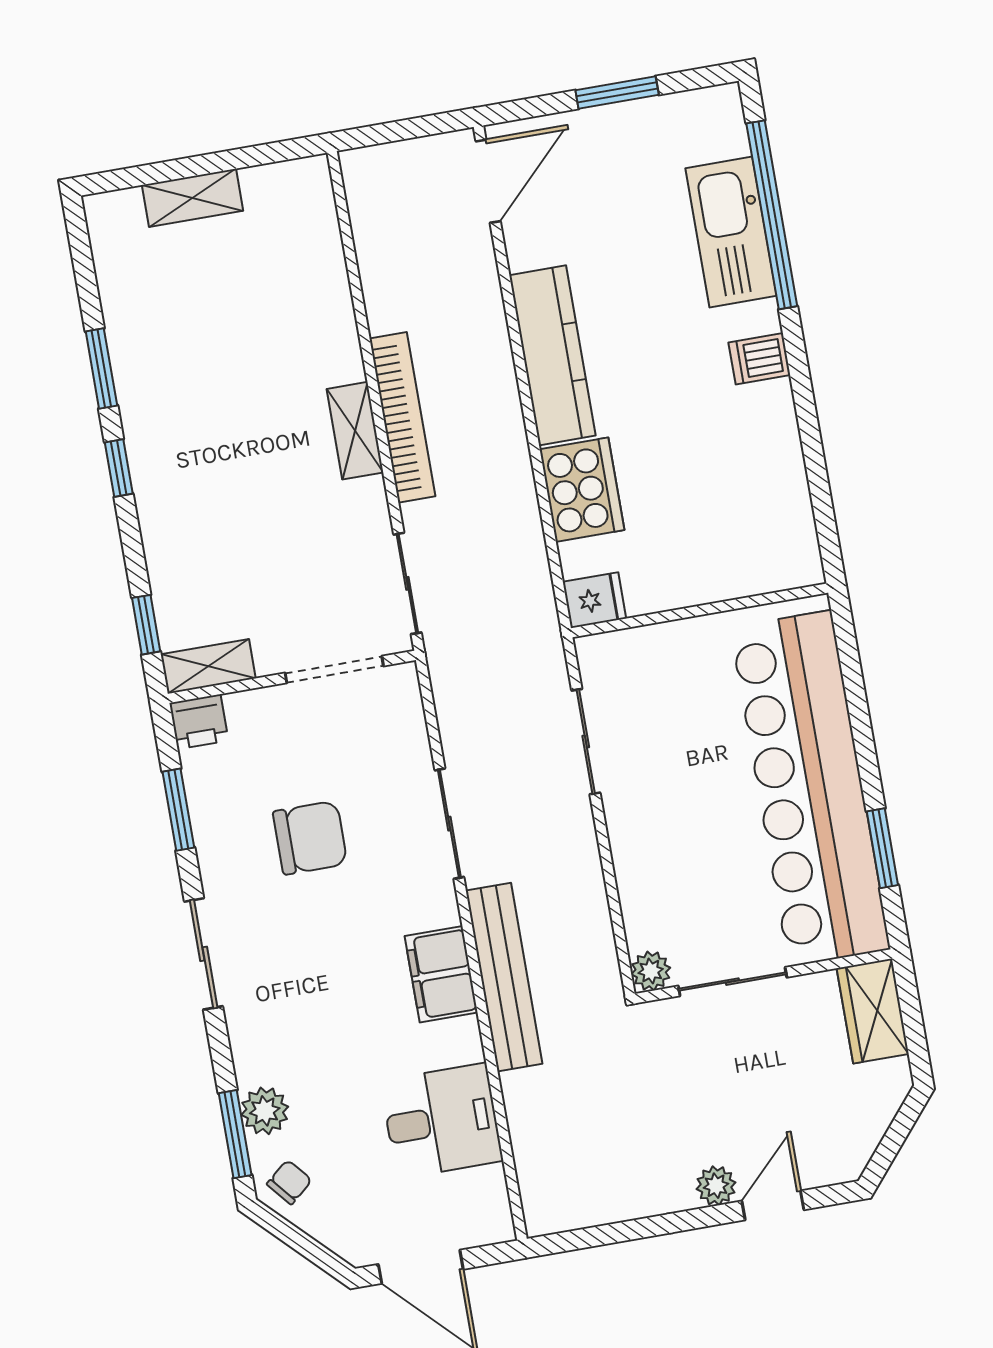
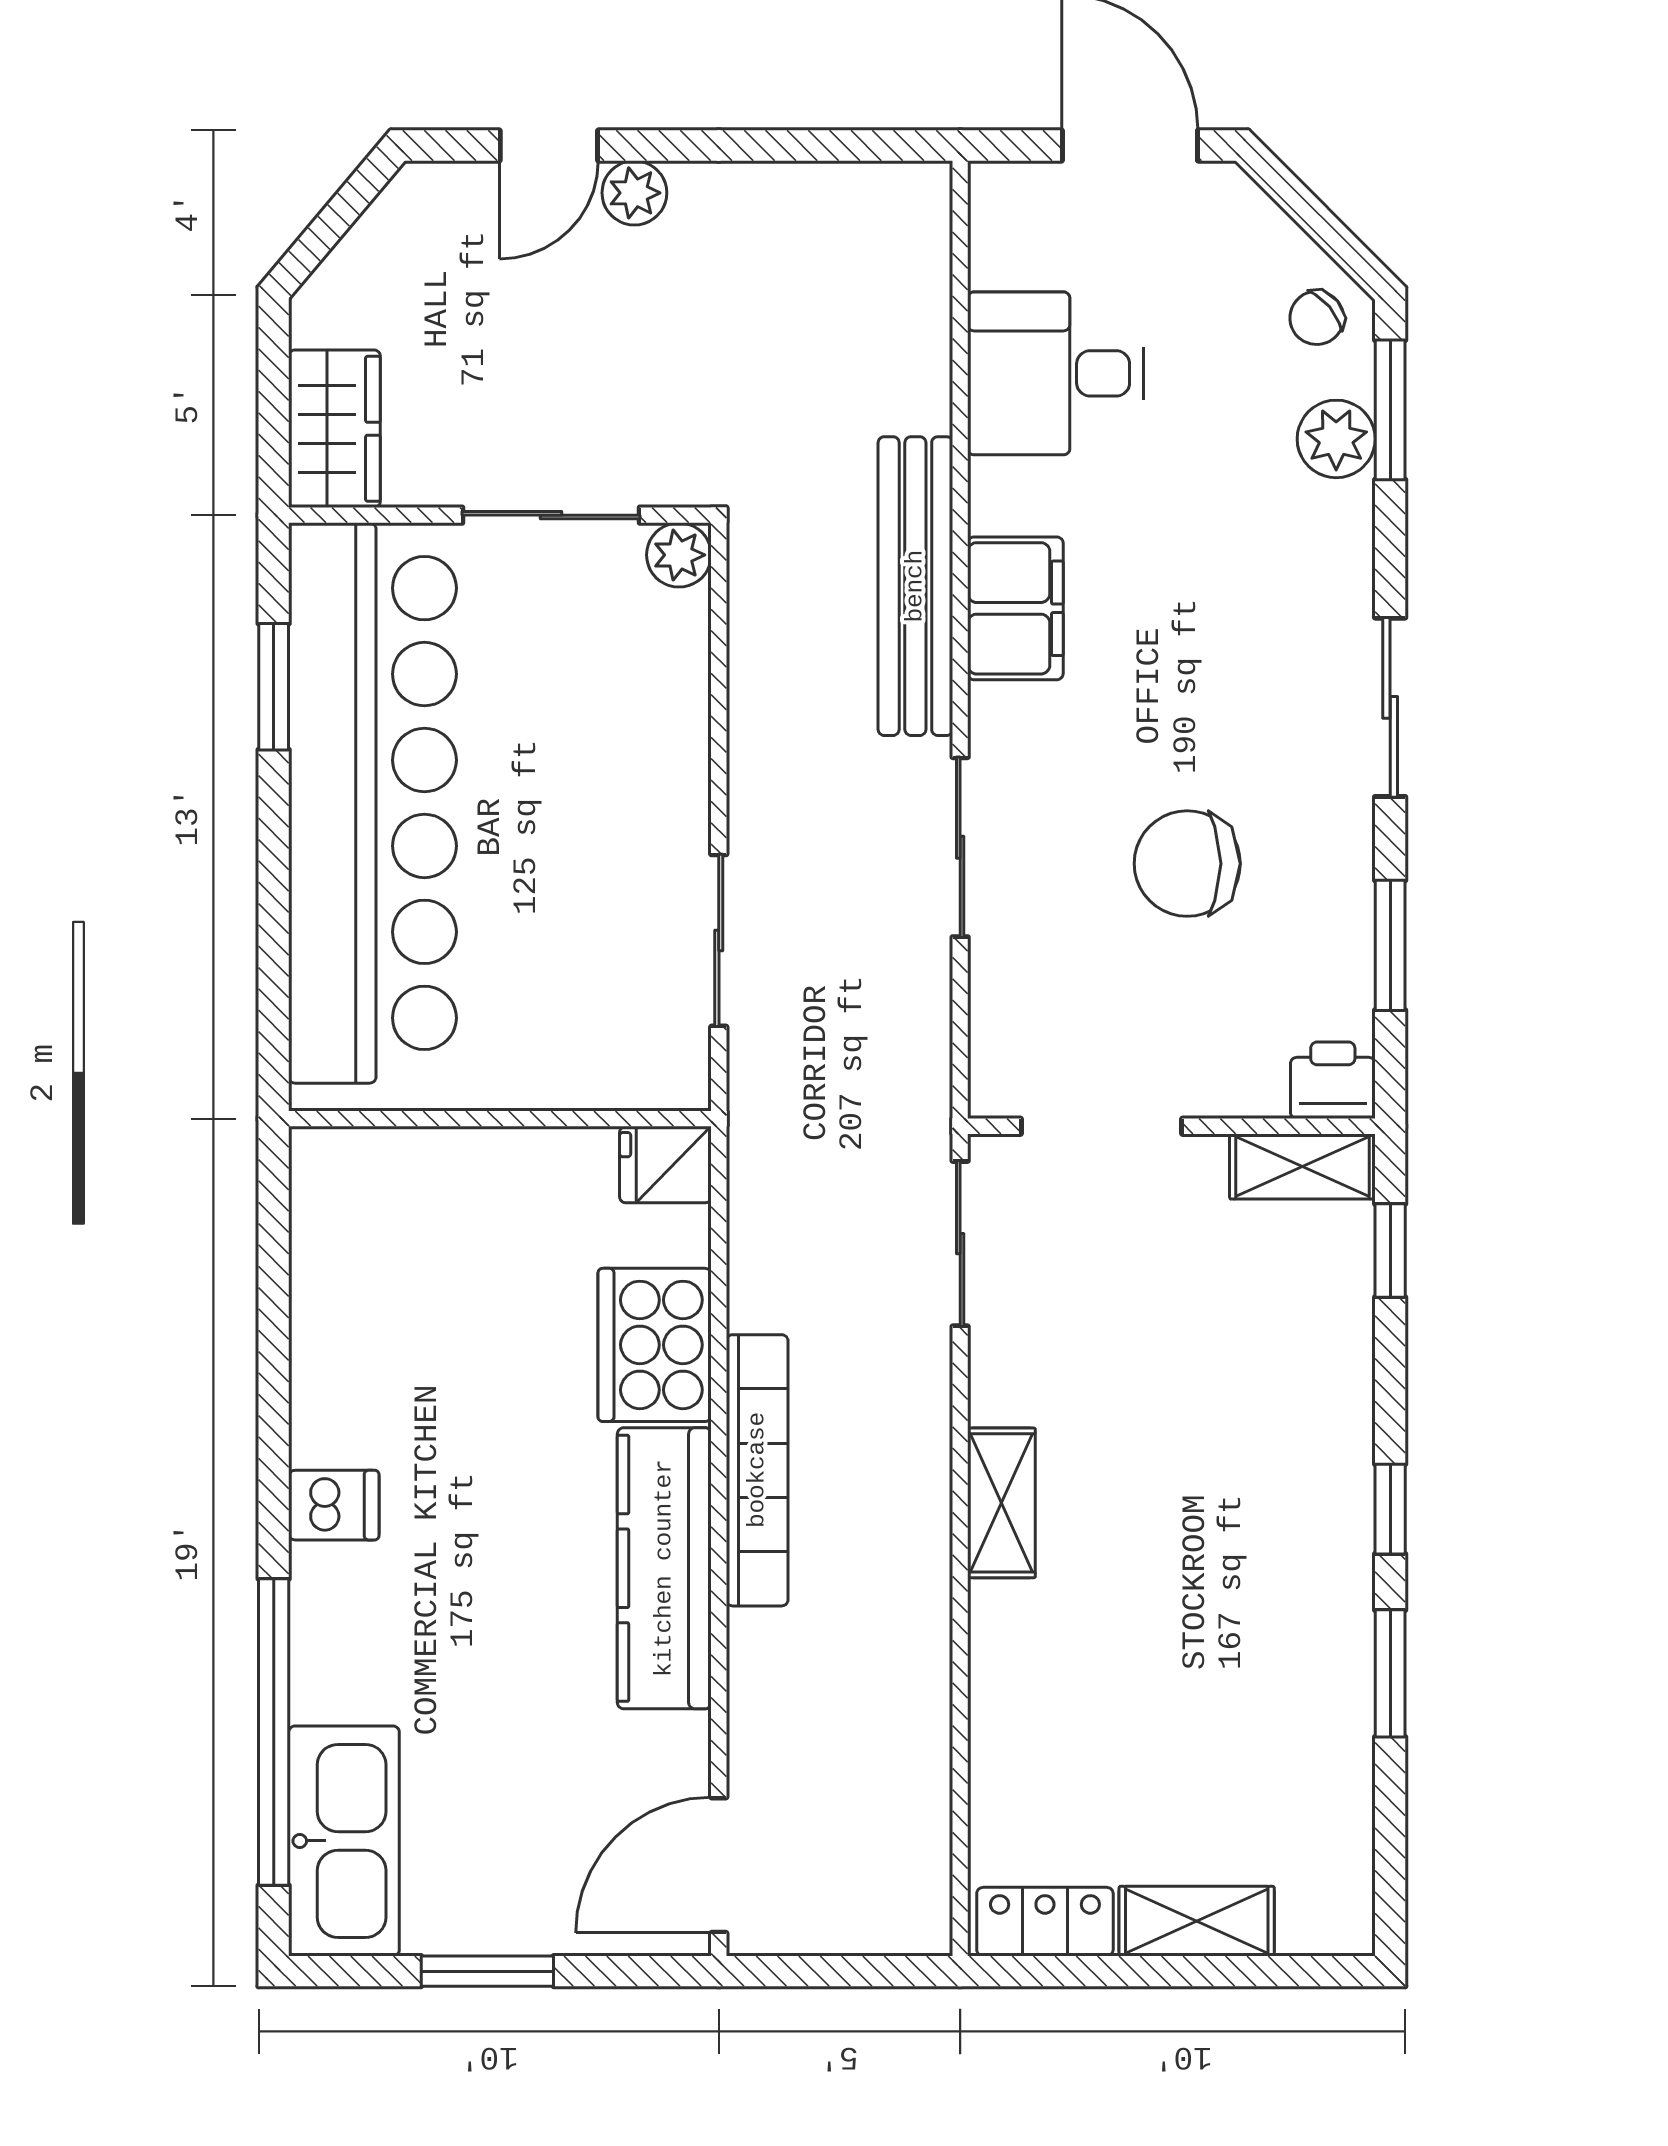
locker: (284, 181) -> (1045, 1922), added
kitchen sink: (731, 232) -> (344, 1841), moved
bookcase: (402, 417) -> (757, 1470), moved, turned 180

